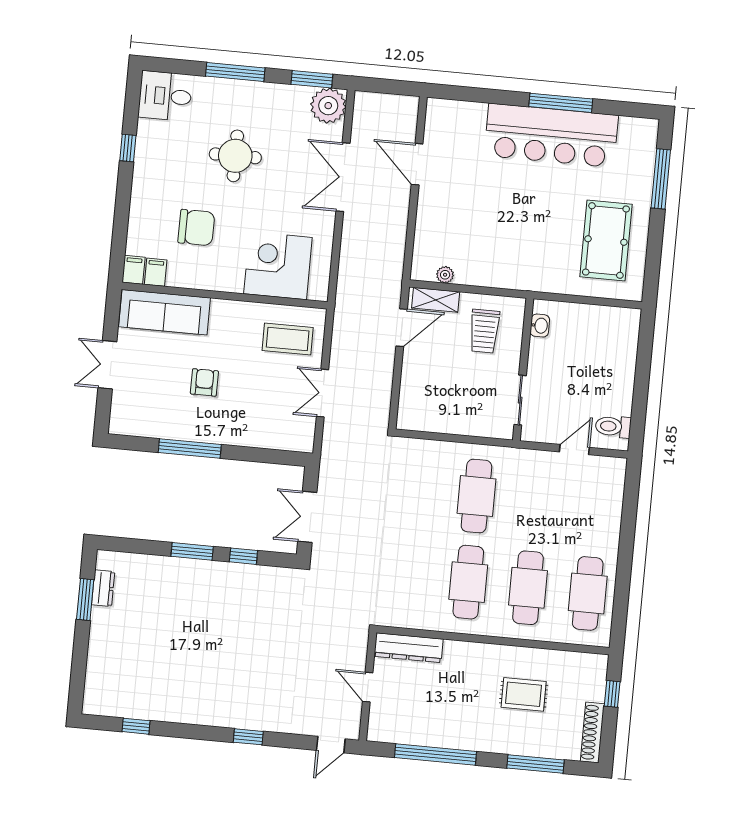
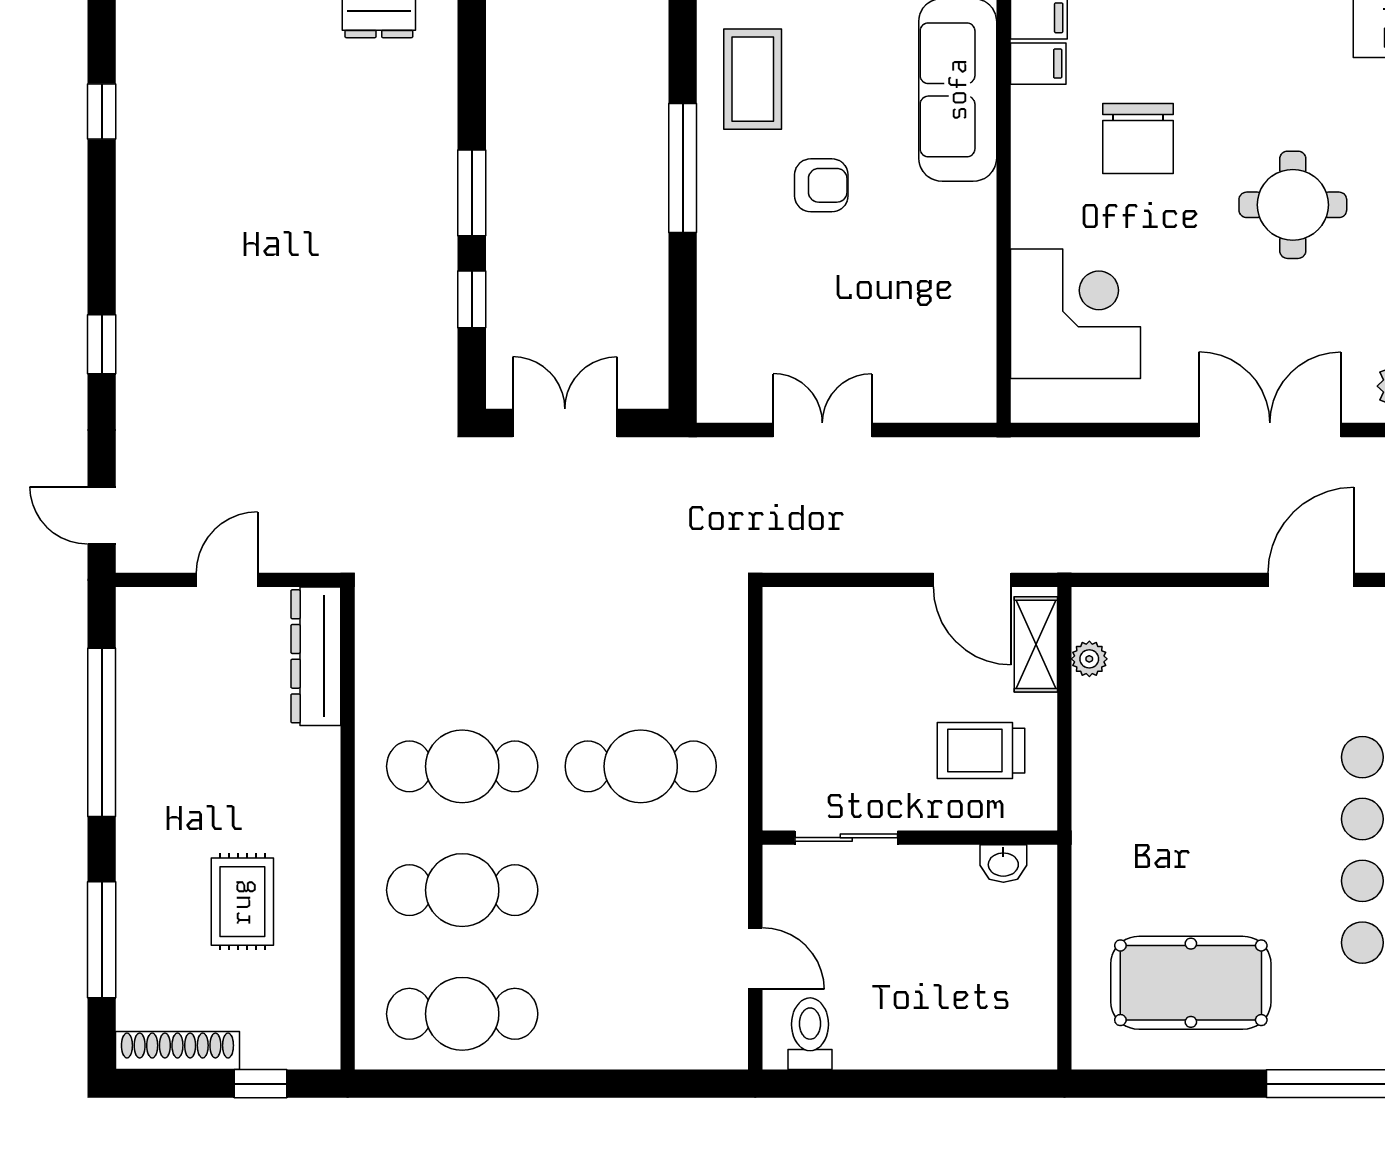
coffee table: (288, 339) -> (753, 79), moved

